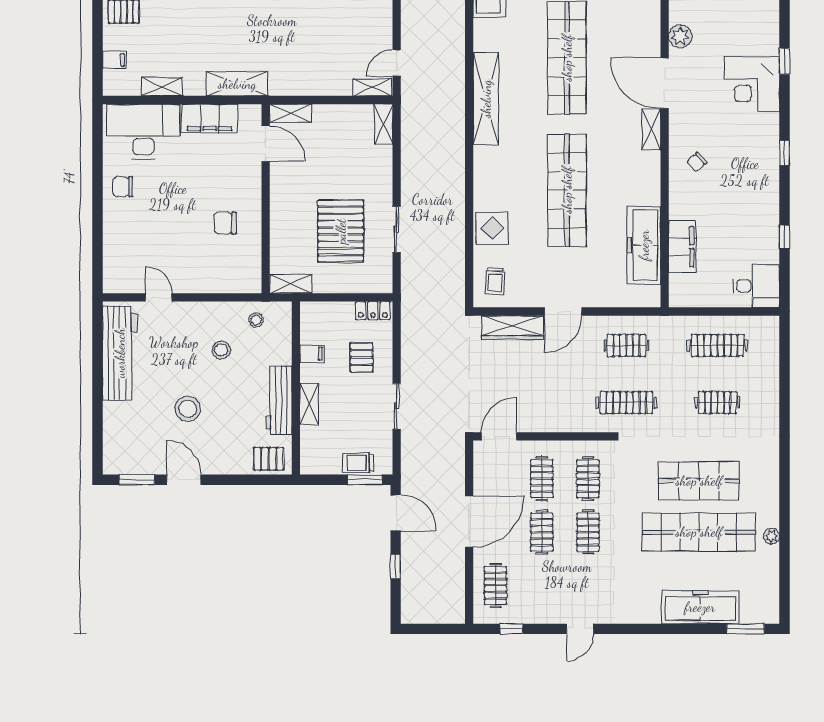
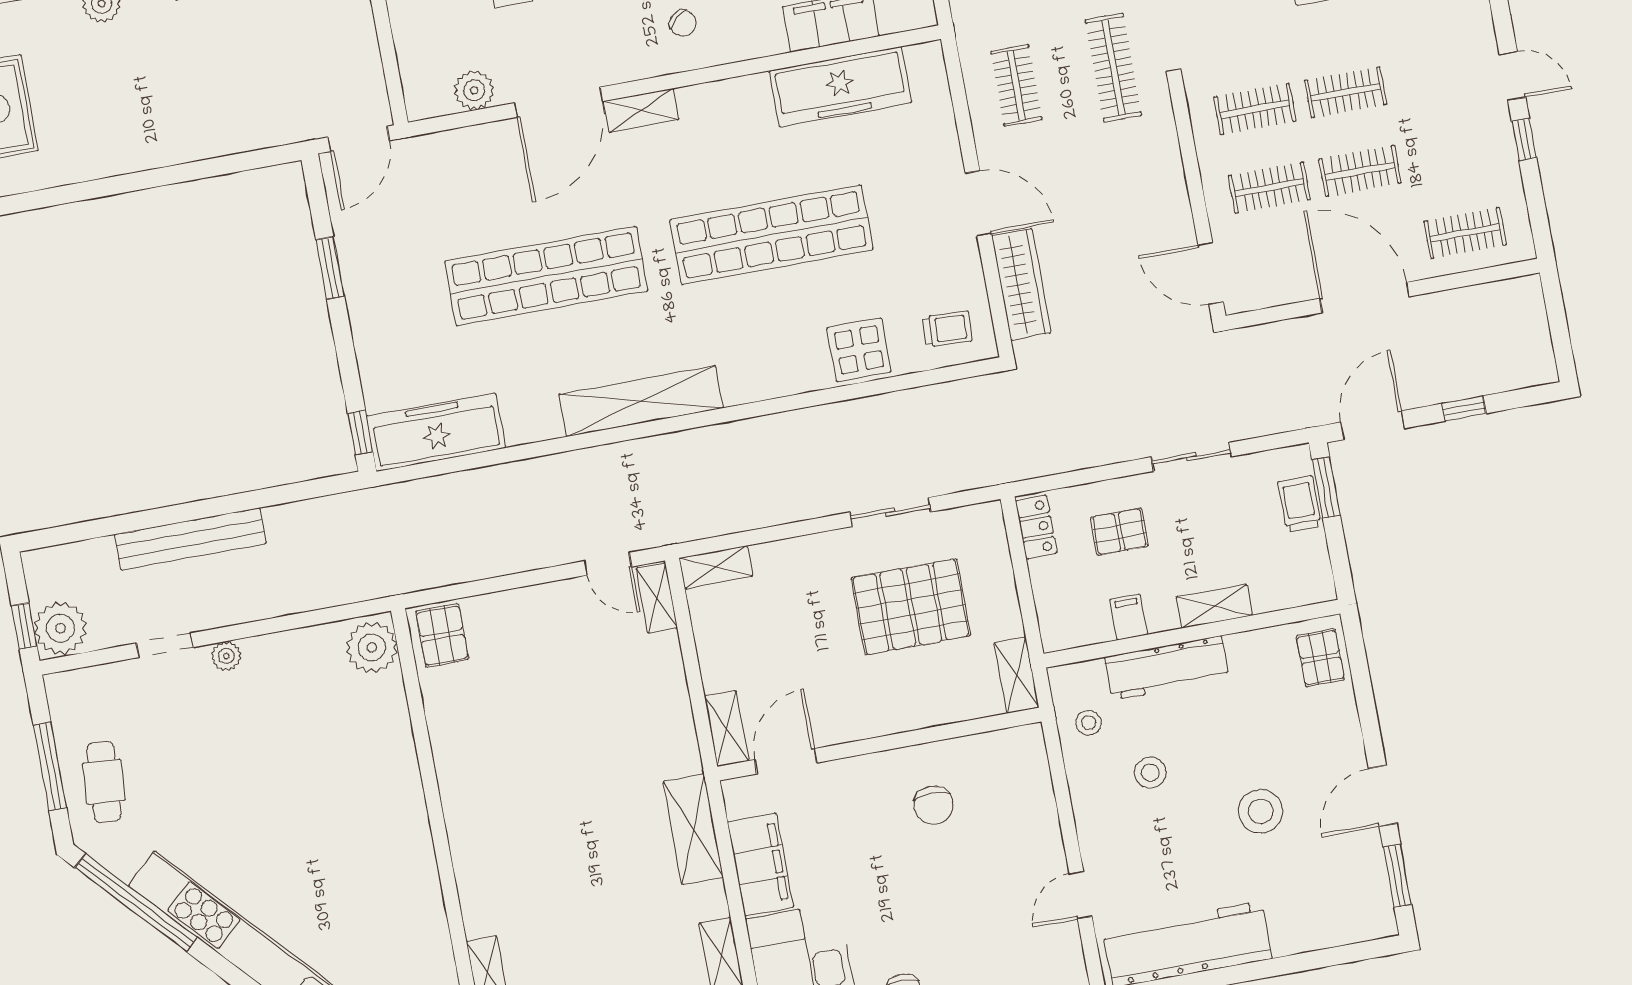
workbench: (279, 400) -> (1167, 668), moved
trolley: (358, 463) -> (1299, 504), turned 180
window: (511, 629) -> (1524, 139), moved

